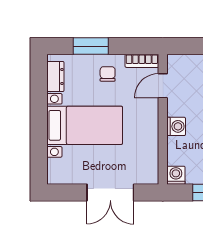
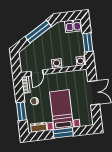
door: (163, 86) -> (37, 73), hinge flipped
window: (39, 123) -> (63, 133), added

